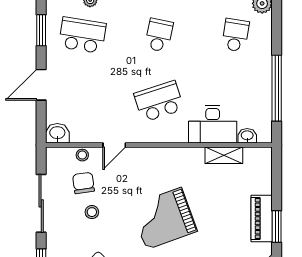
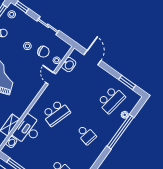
door: (41, 85) -> (93, 58), moved
school desk: (159, 101) -> (56, 113), turned 36
washbasin: (57, 133) -> (69, 65), moved
sliding door: (41, 203) -> (48, 26), width x0.73

